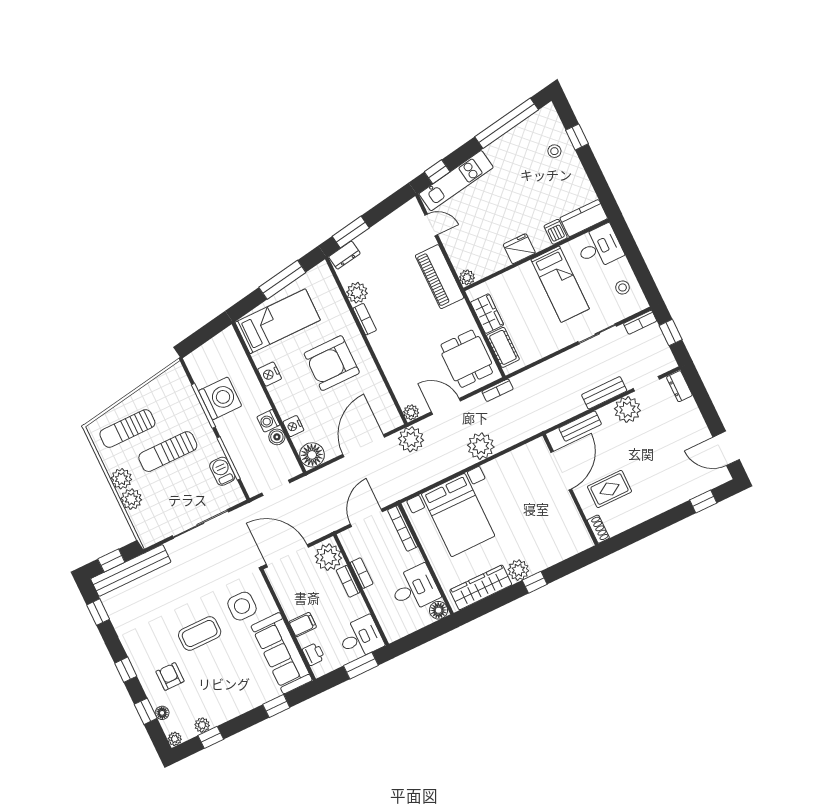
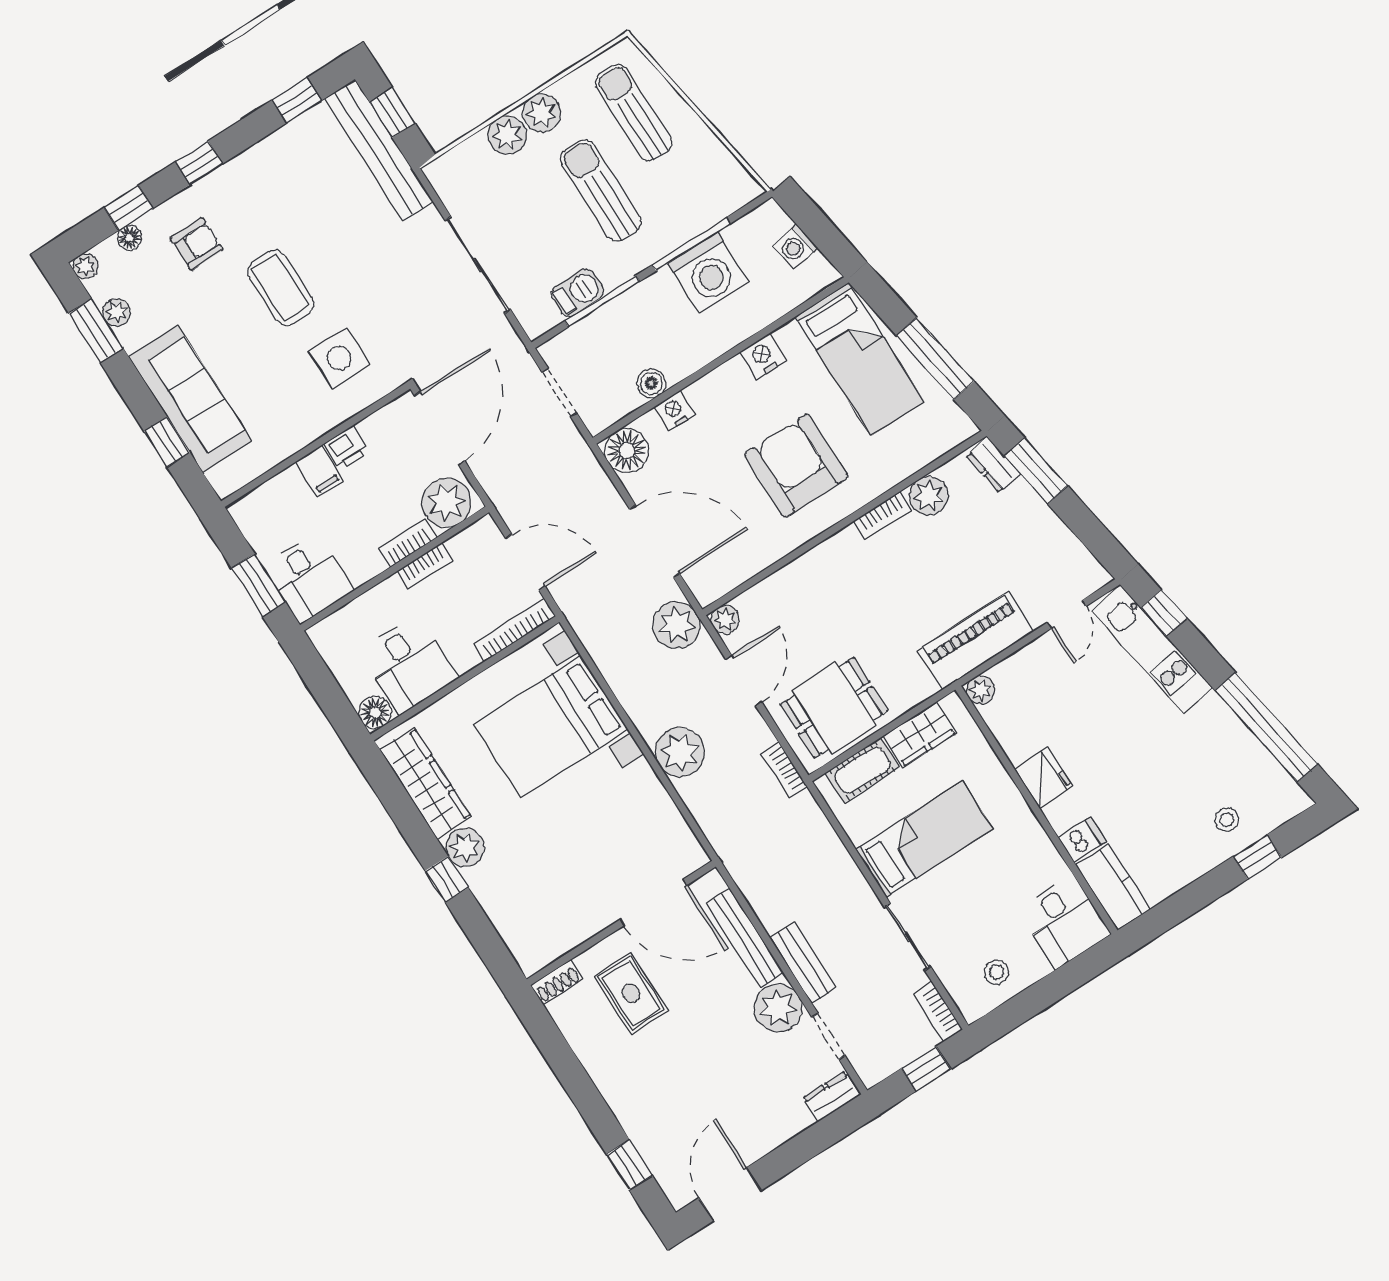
bed: (560, 284) -> (924, 839), moved, turned 180
washing machine: (268, 421) -> (795, 247), moved, turned -99
bench: (580, 426) -> (745, 938), width x1.36
sofa: (282, 653) -> (190, 399), moved, turned 90
printer: (314, 654) -> (346, 448), moved
window: (211, 737) -> (96, 331), width x1.50

